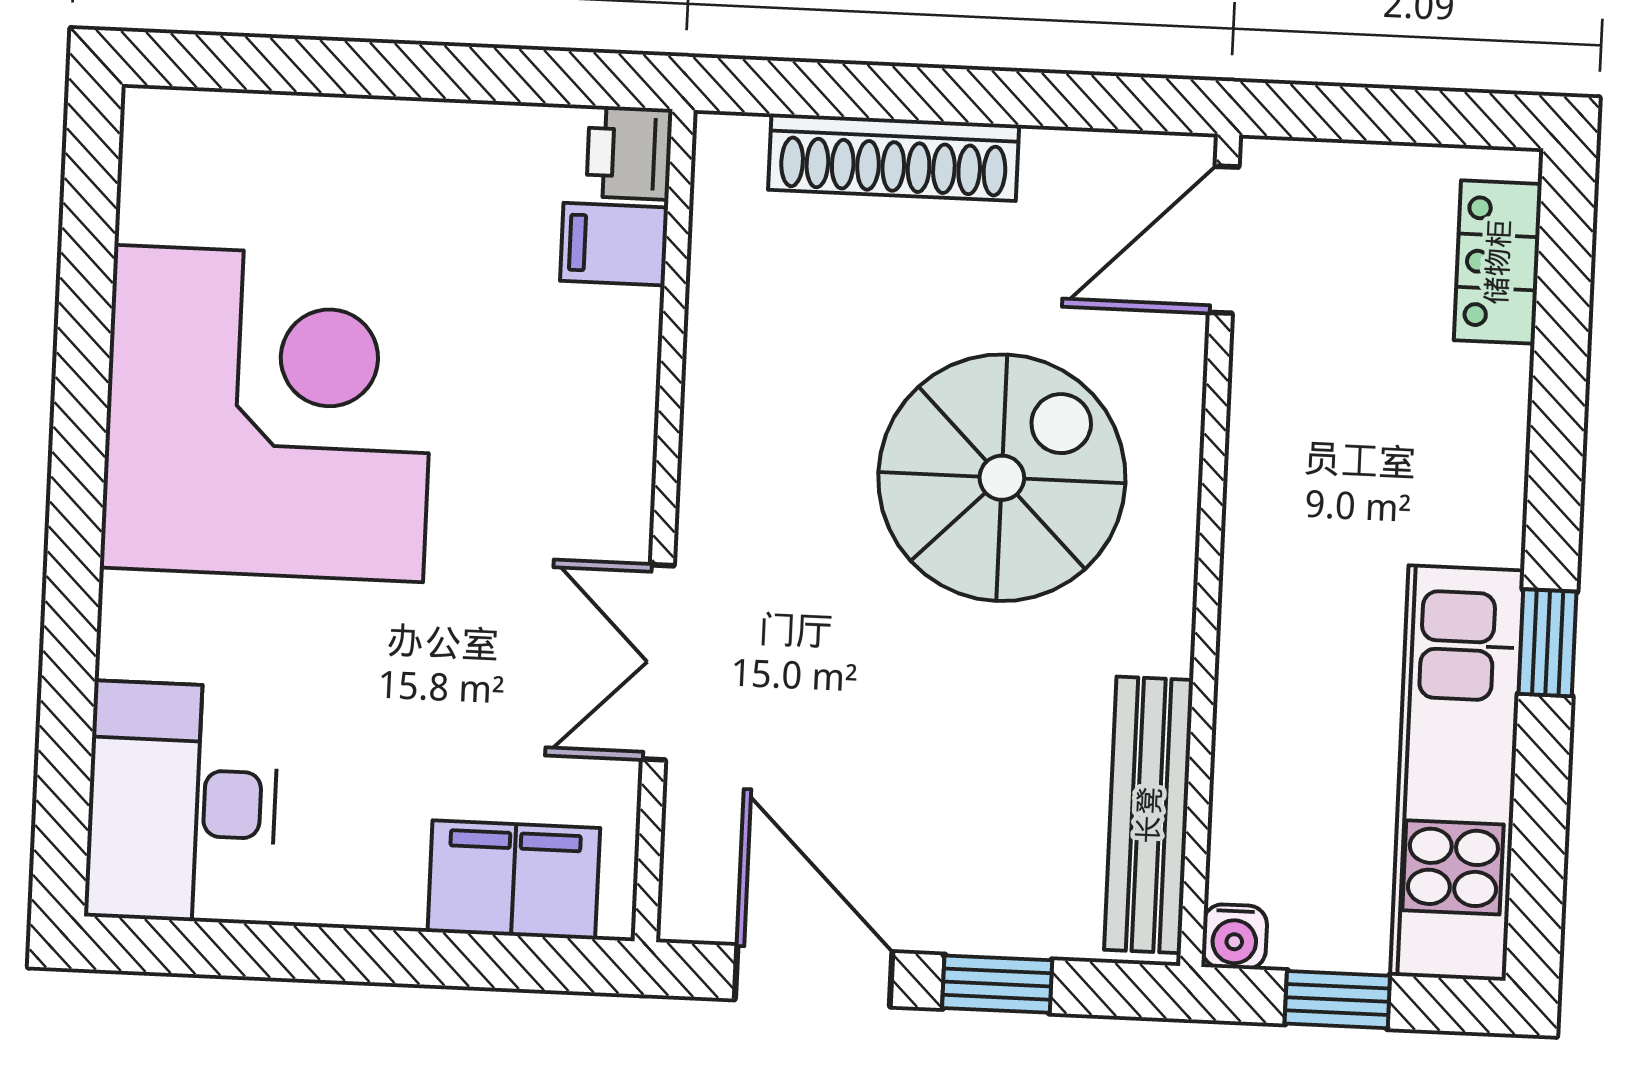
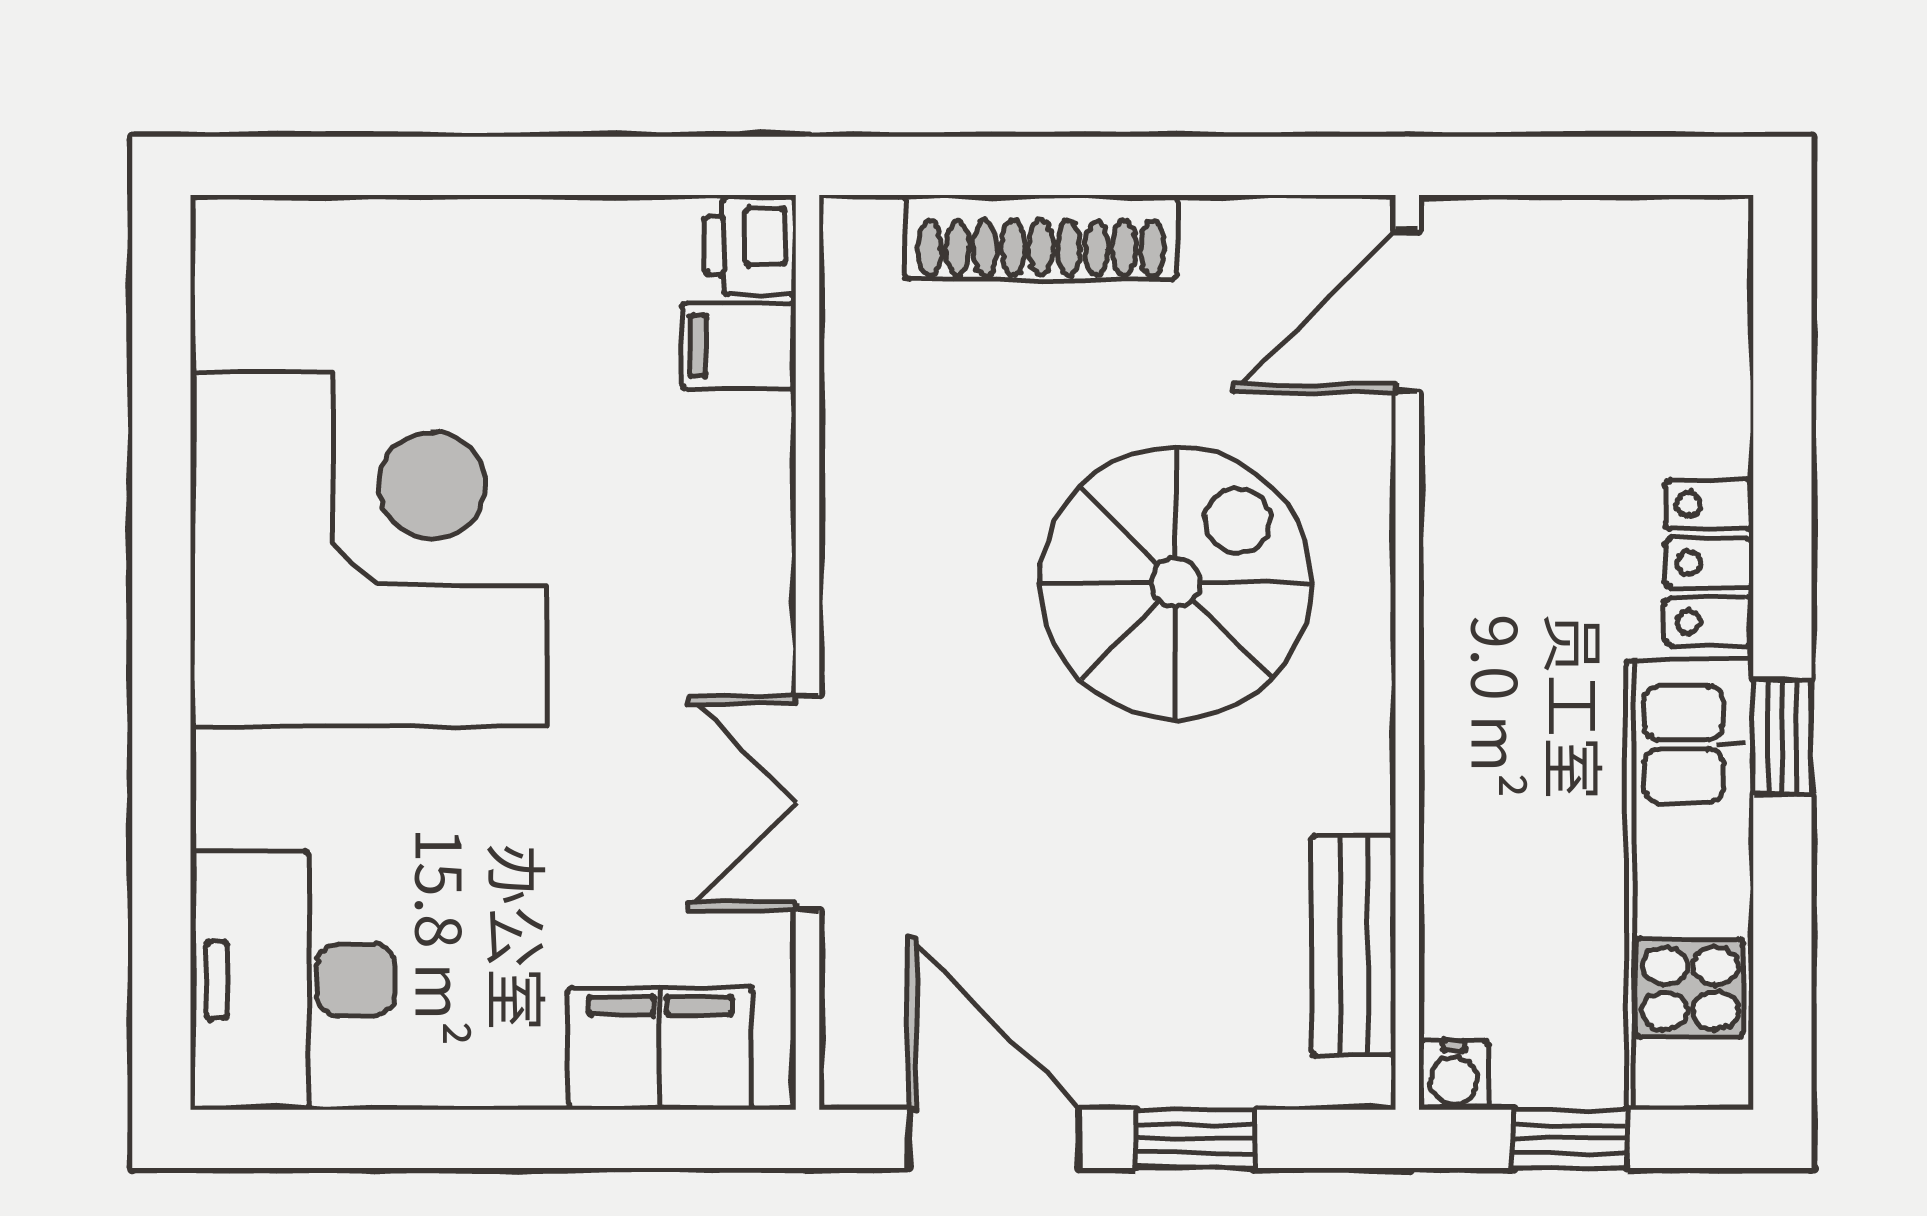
locker: (1498, 262) -> (1709, 563), moved
bench: (1149, 815) -> (1353, 946), width x0.73

